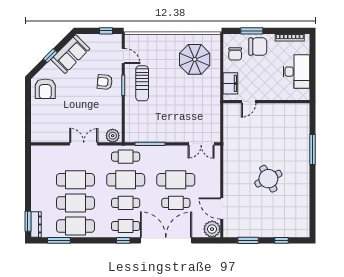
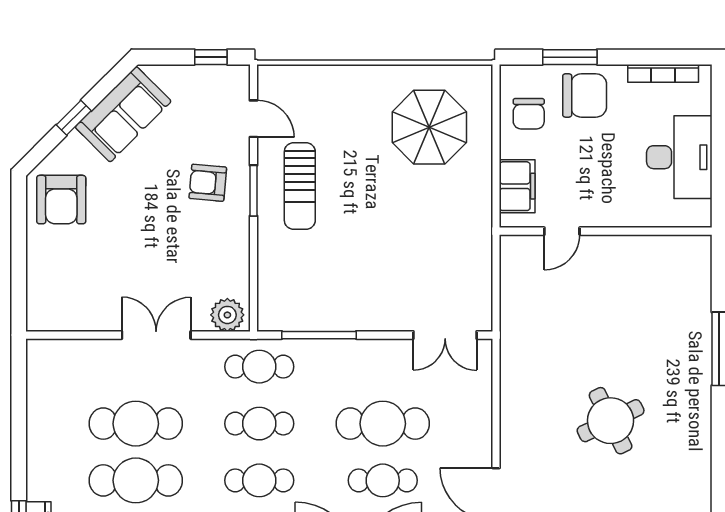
cafe table: (126, 180) -> (259, 424), width x0.73, depth x0.74

